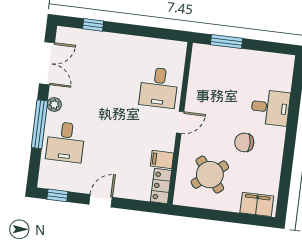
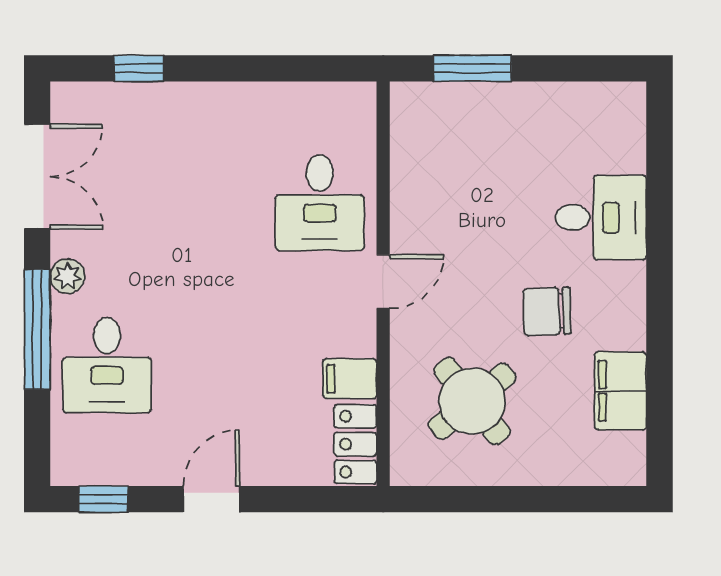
filing cabinet: (257, 204) -> (620, 391), moved, turned -90

